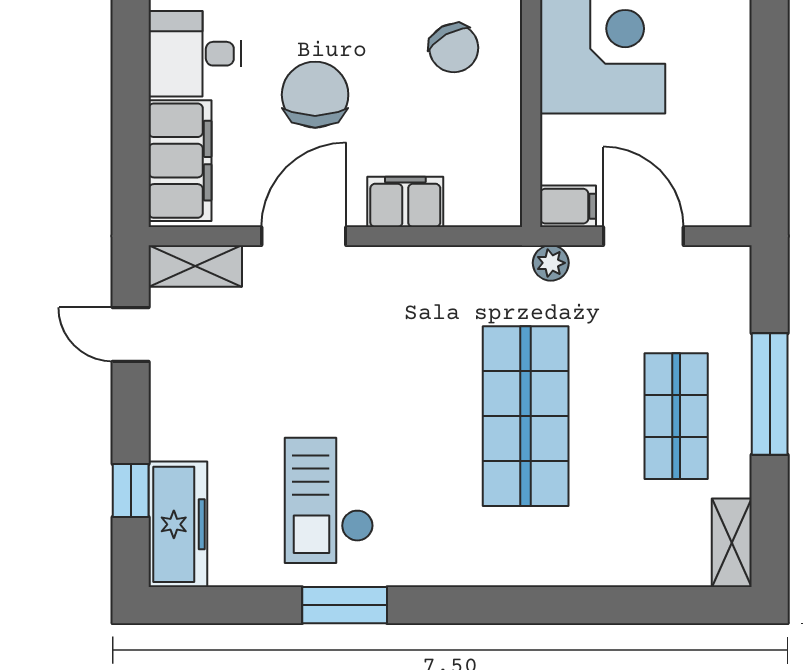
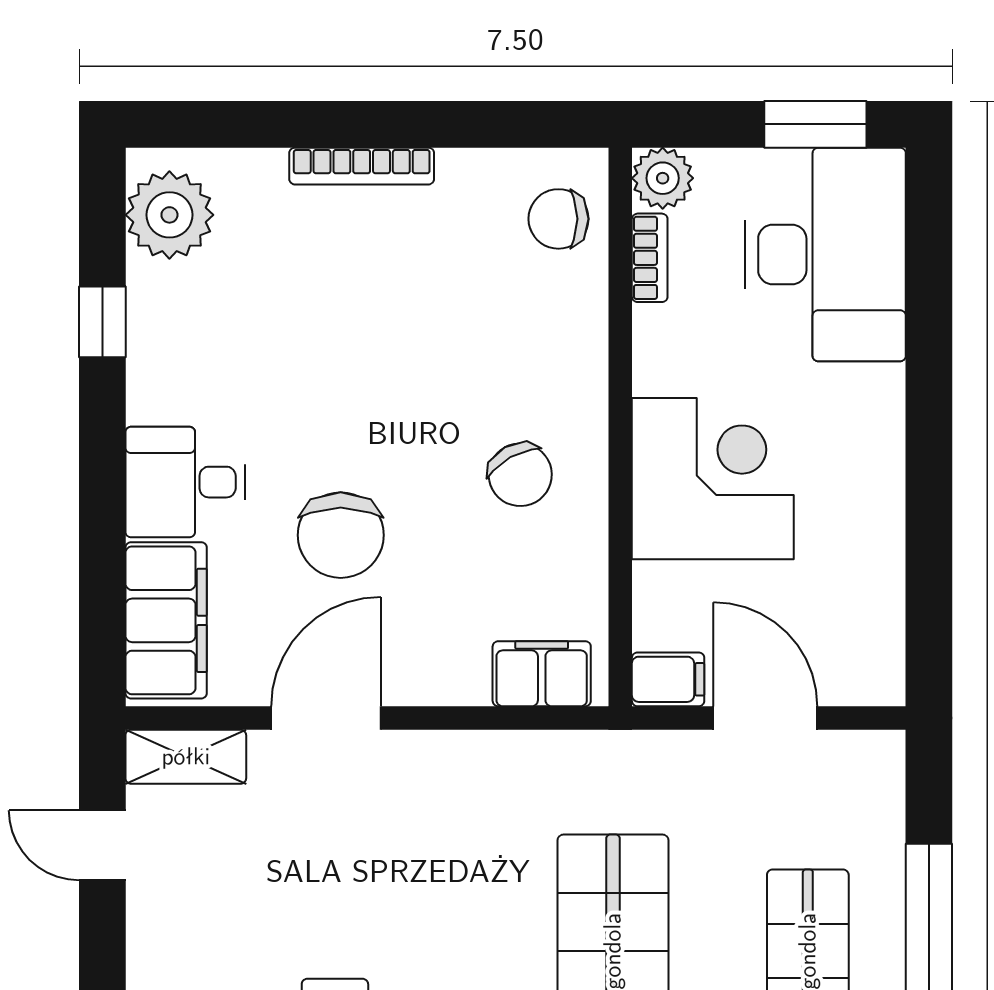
chair: (315, 95) -> (341, 535), turned 180
filing cabinet: (405, 202) -> (542, 674), moved
plant: (551, 263) -> (646, 753), removed

